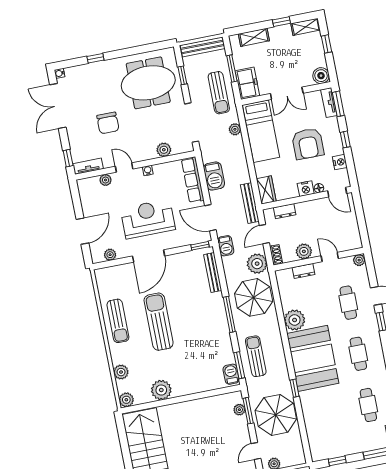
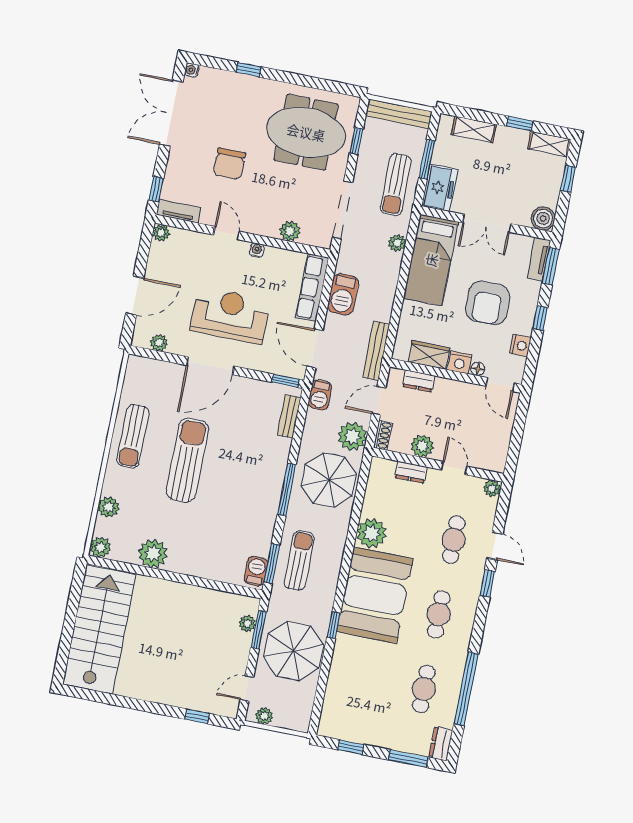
plant: (106, 180) -> (161, 233), moved
wardrobe: (266, 190) -> (429, 355), moved, turned -90
bench: (213, 273) -> (289, 416), width x0.73

